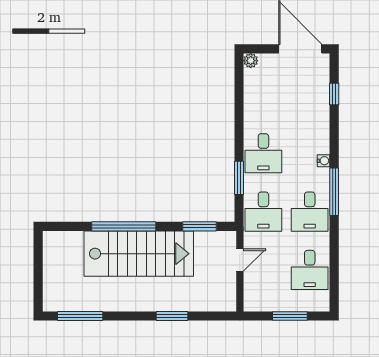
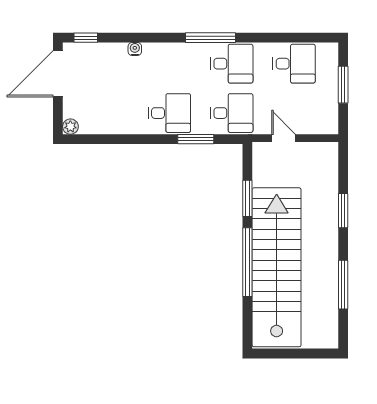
window: (334, 94) -> (86, 38), moved
water cooler: (323, 161) -> (135, 49), moved
window: (200, 226) -> (247, 198), moved
stairs: (139, 254) -> (277, 267), width x1.36
window: (80, 316) -> (343, 285), moved

